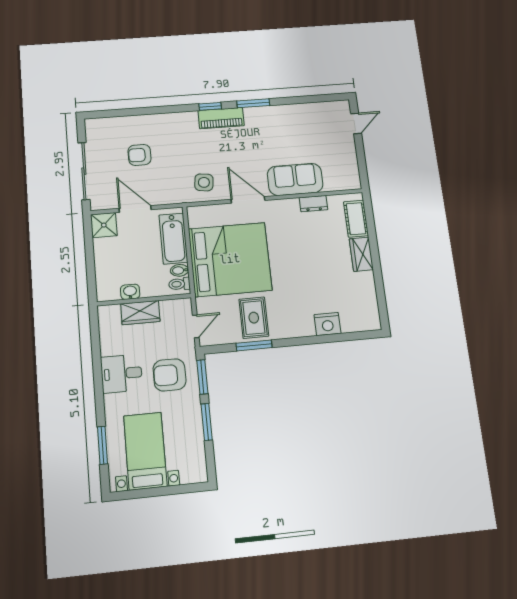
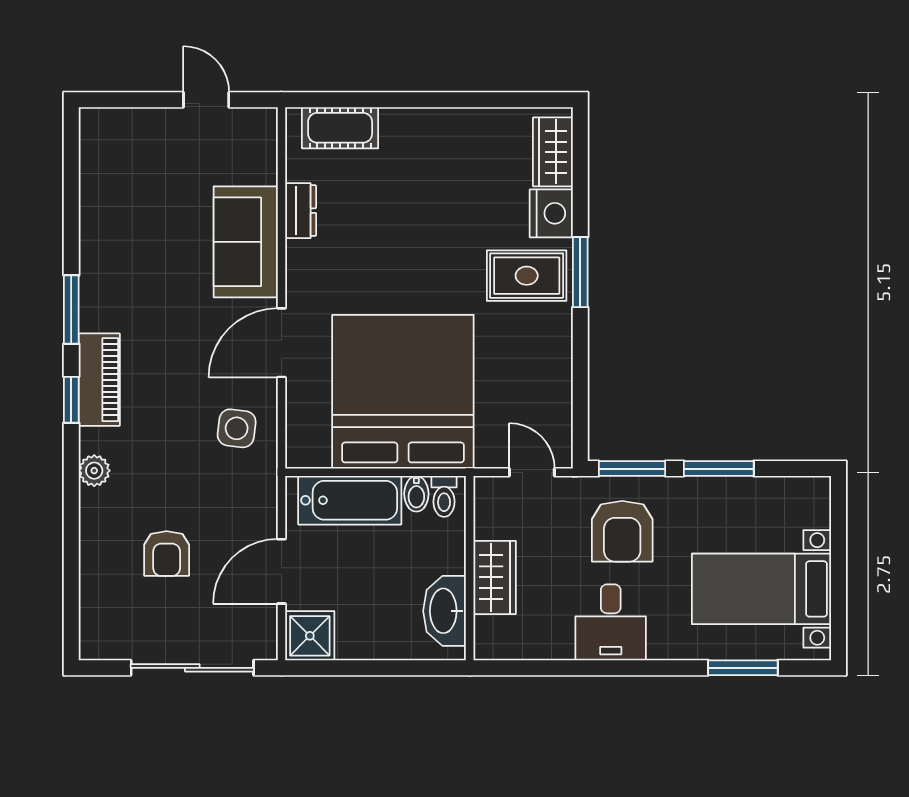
plant: (177, 119) -> (94, 471), added
door: (356, 123) -> (206, 100), moved
wardrobe: (361, 254) -> (553, 152), moved, turned 90
washbasin: (130, 292) -> (445, 611), width x1.91, depth x1.45
rug: (254, 318) -> (527, 276), moved
window: (254, 345) -> (580, 272), moved

